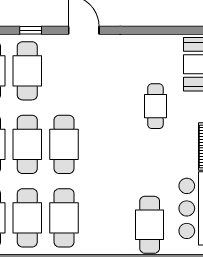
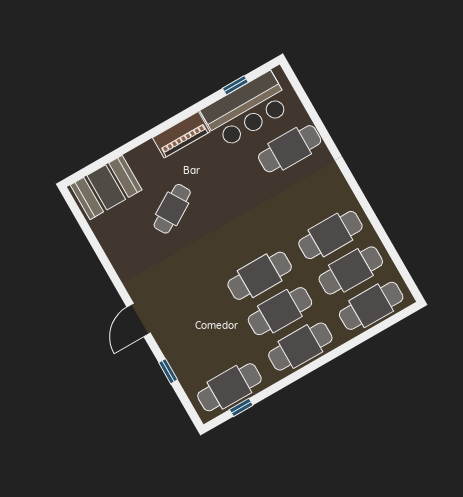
cafe table: (27, 71) -> (209, 352), removed
cafe table: (155, 106) -> (172, 209), turned -31

